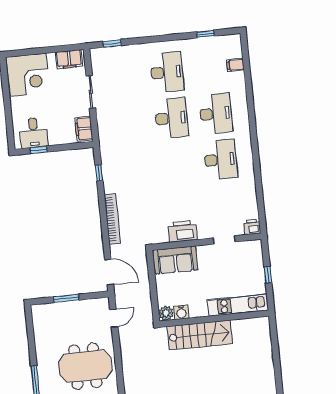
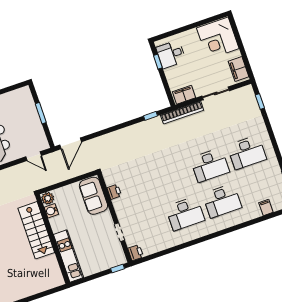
bookcase: (112, 219) -> (182, 113), moved
printer: (183, 231) -> (114, 192), width x0.53, depth x0.68
window: (268, 275) -> (117, 268), moved

